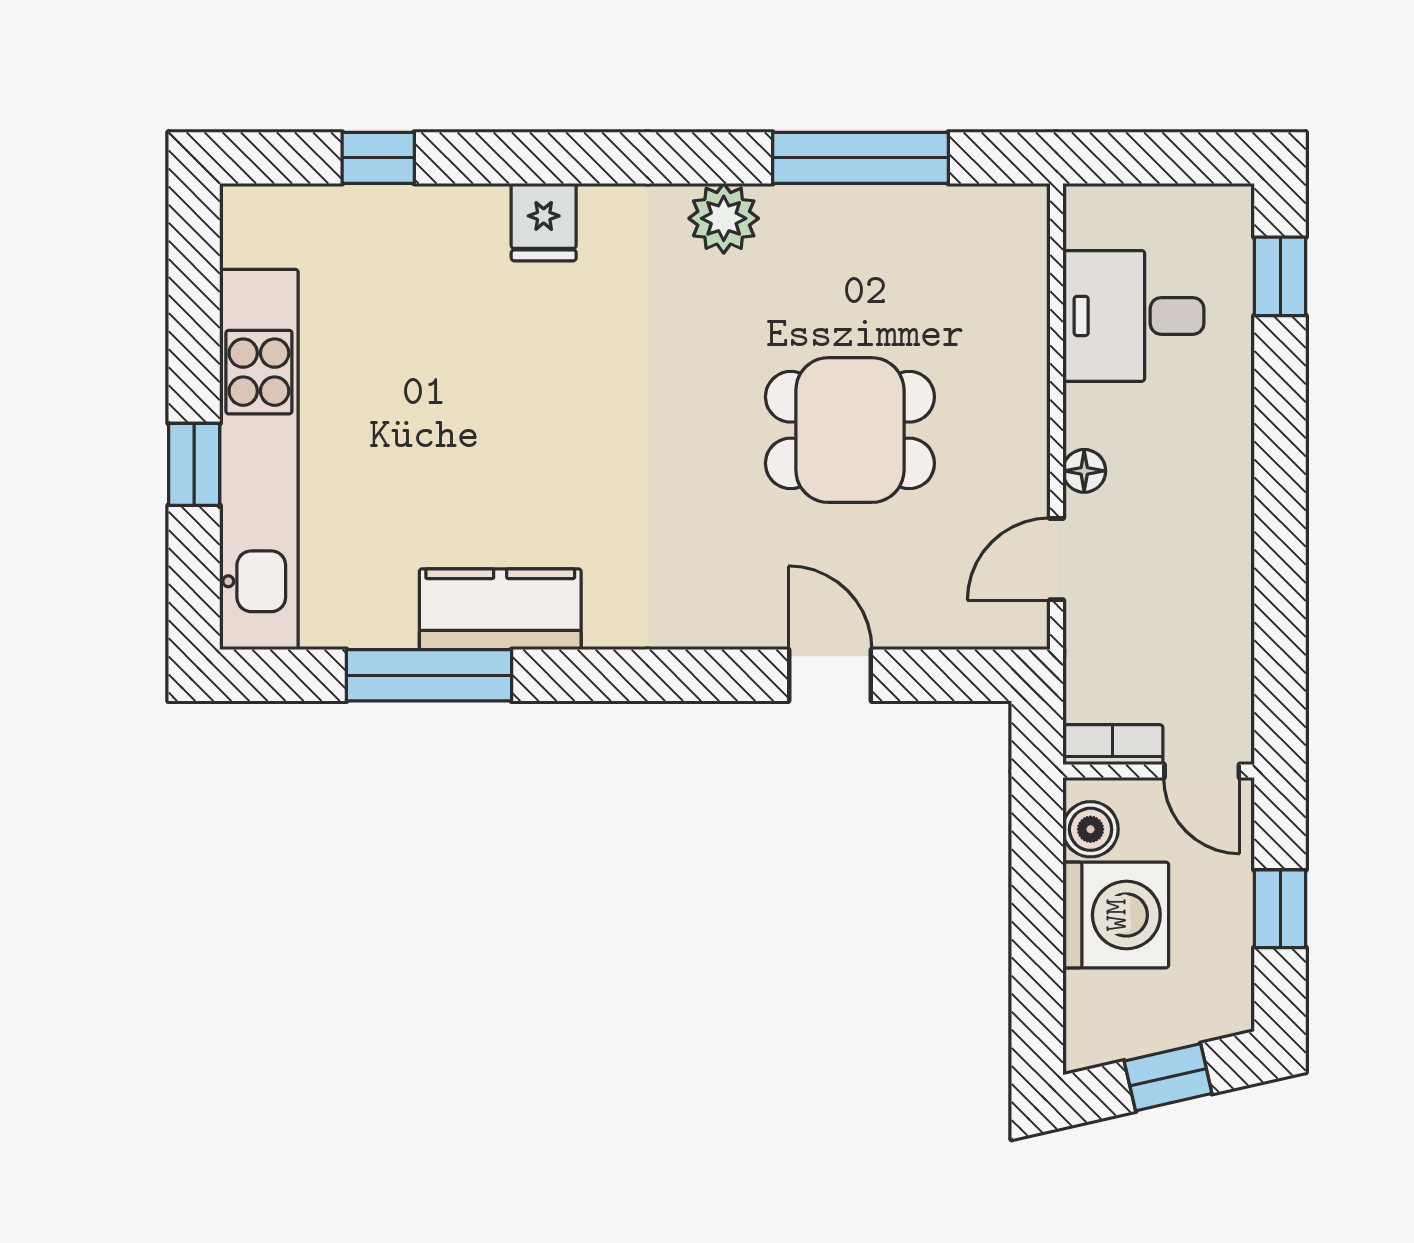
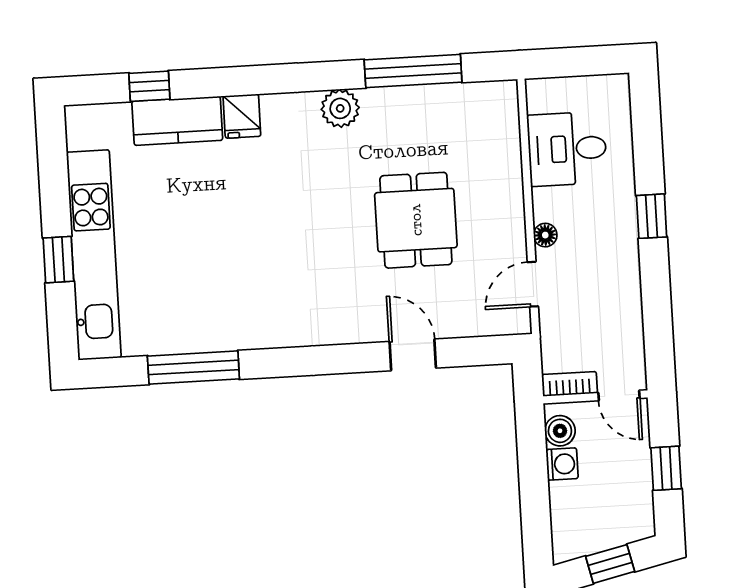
window: (1280, 276) -> (652, 216), moved
dining table: (850, 430) -> (416, 220), turned 90
kitchen counter: (500, 609) -> (177, 121), moved, turned 180
washing machine: (1116, 915) -> (562, 464), width x0.53, depth x0.53

